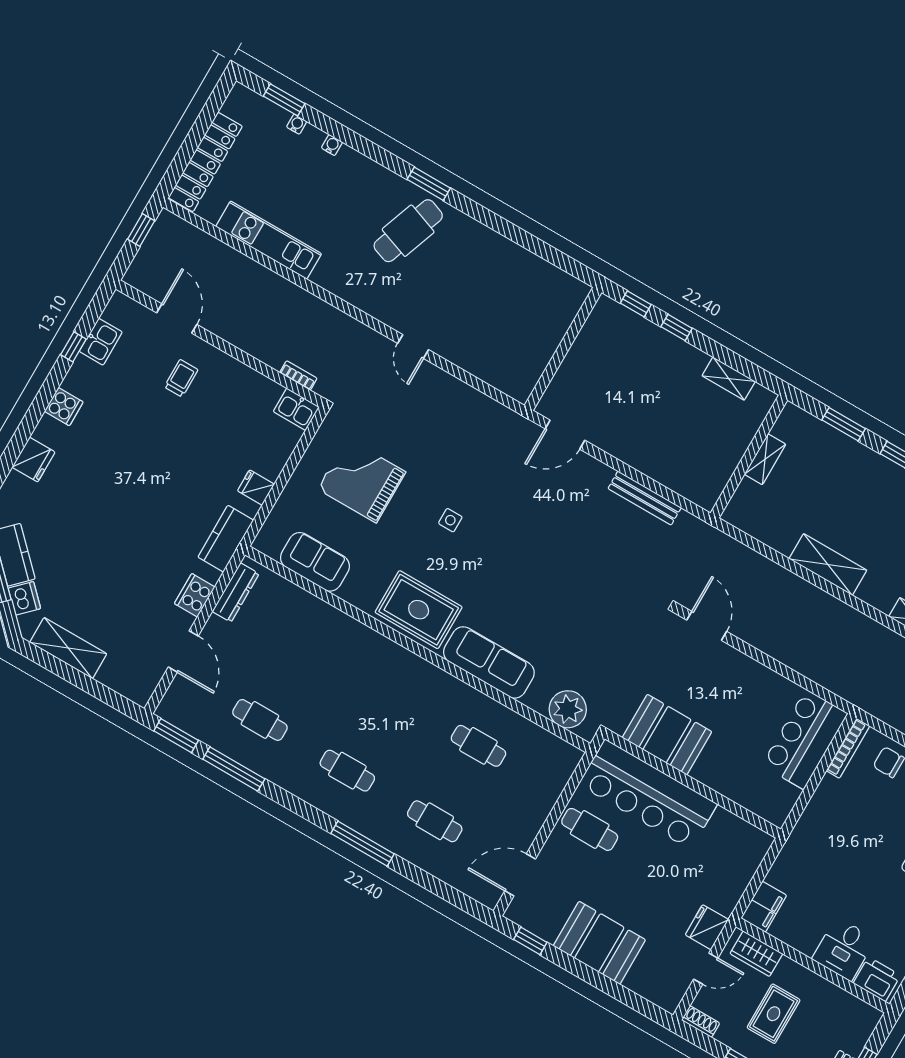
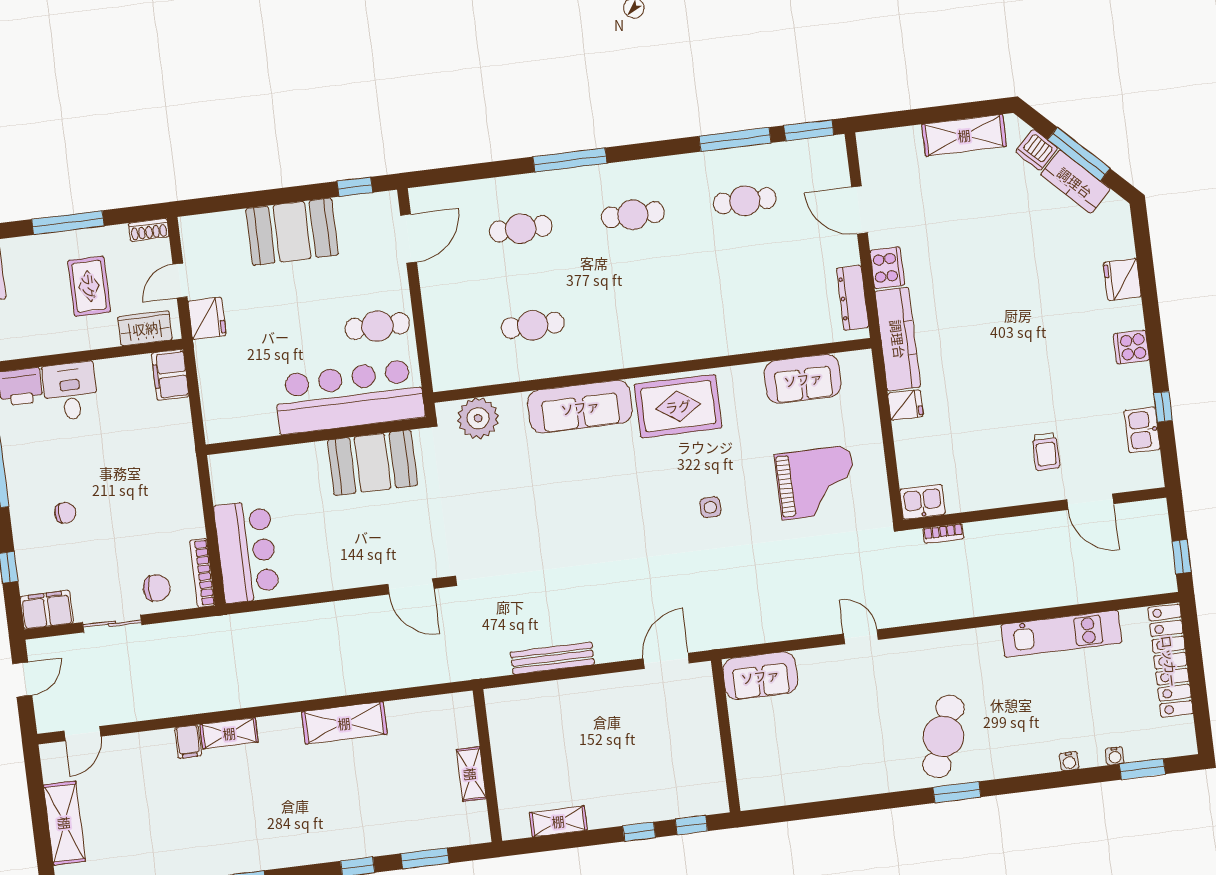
sofa: (506, 373) -> (760, 676), added
kitchen counter: (226, 539) -> (898, 339), width x1.50

